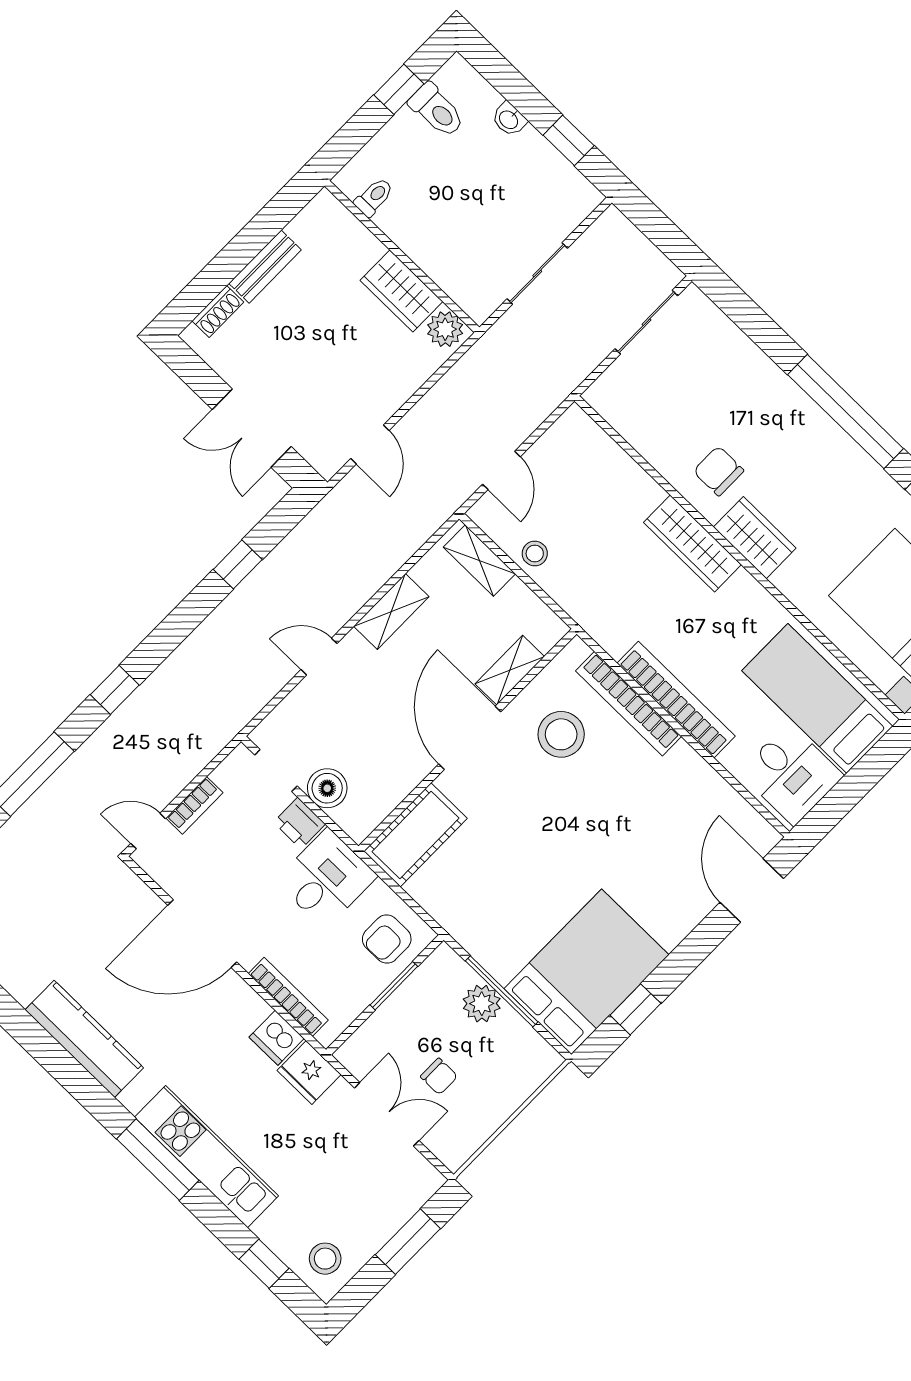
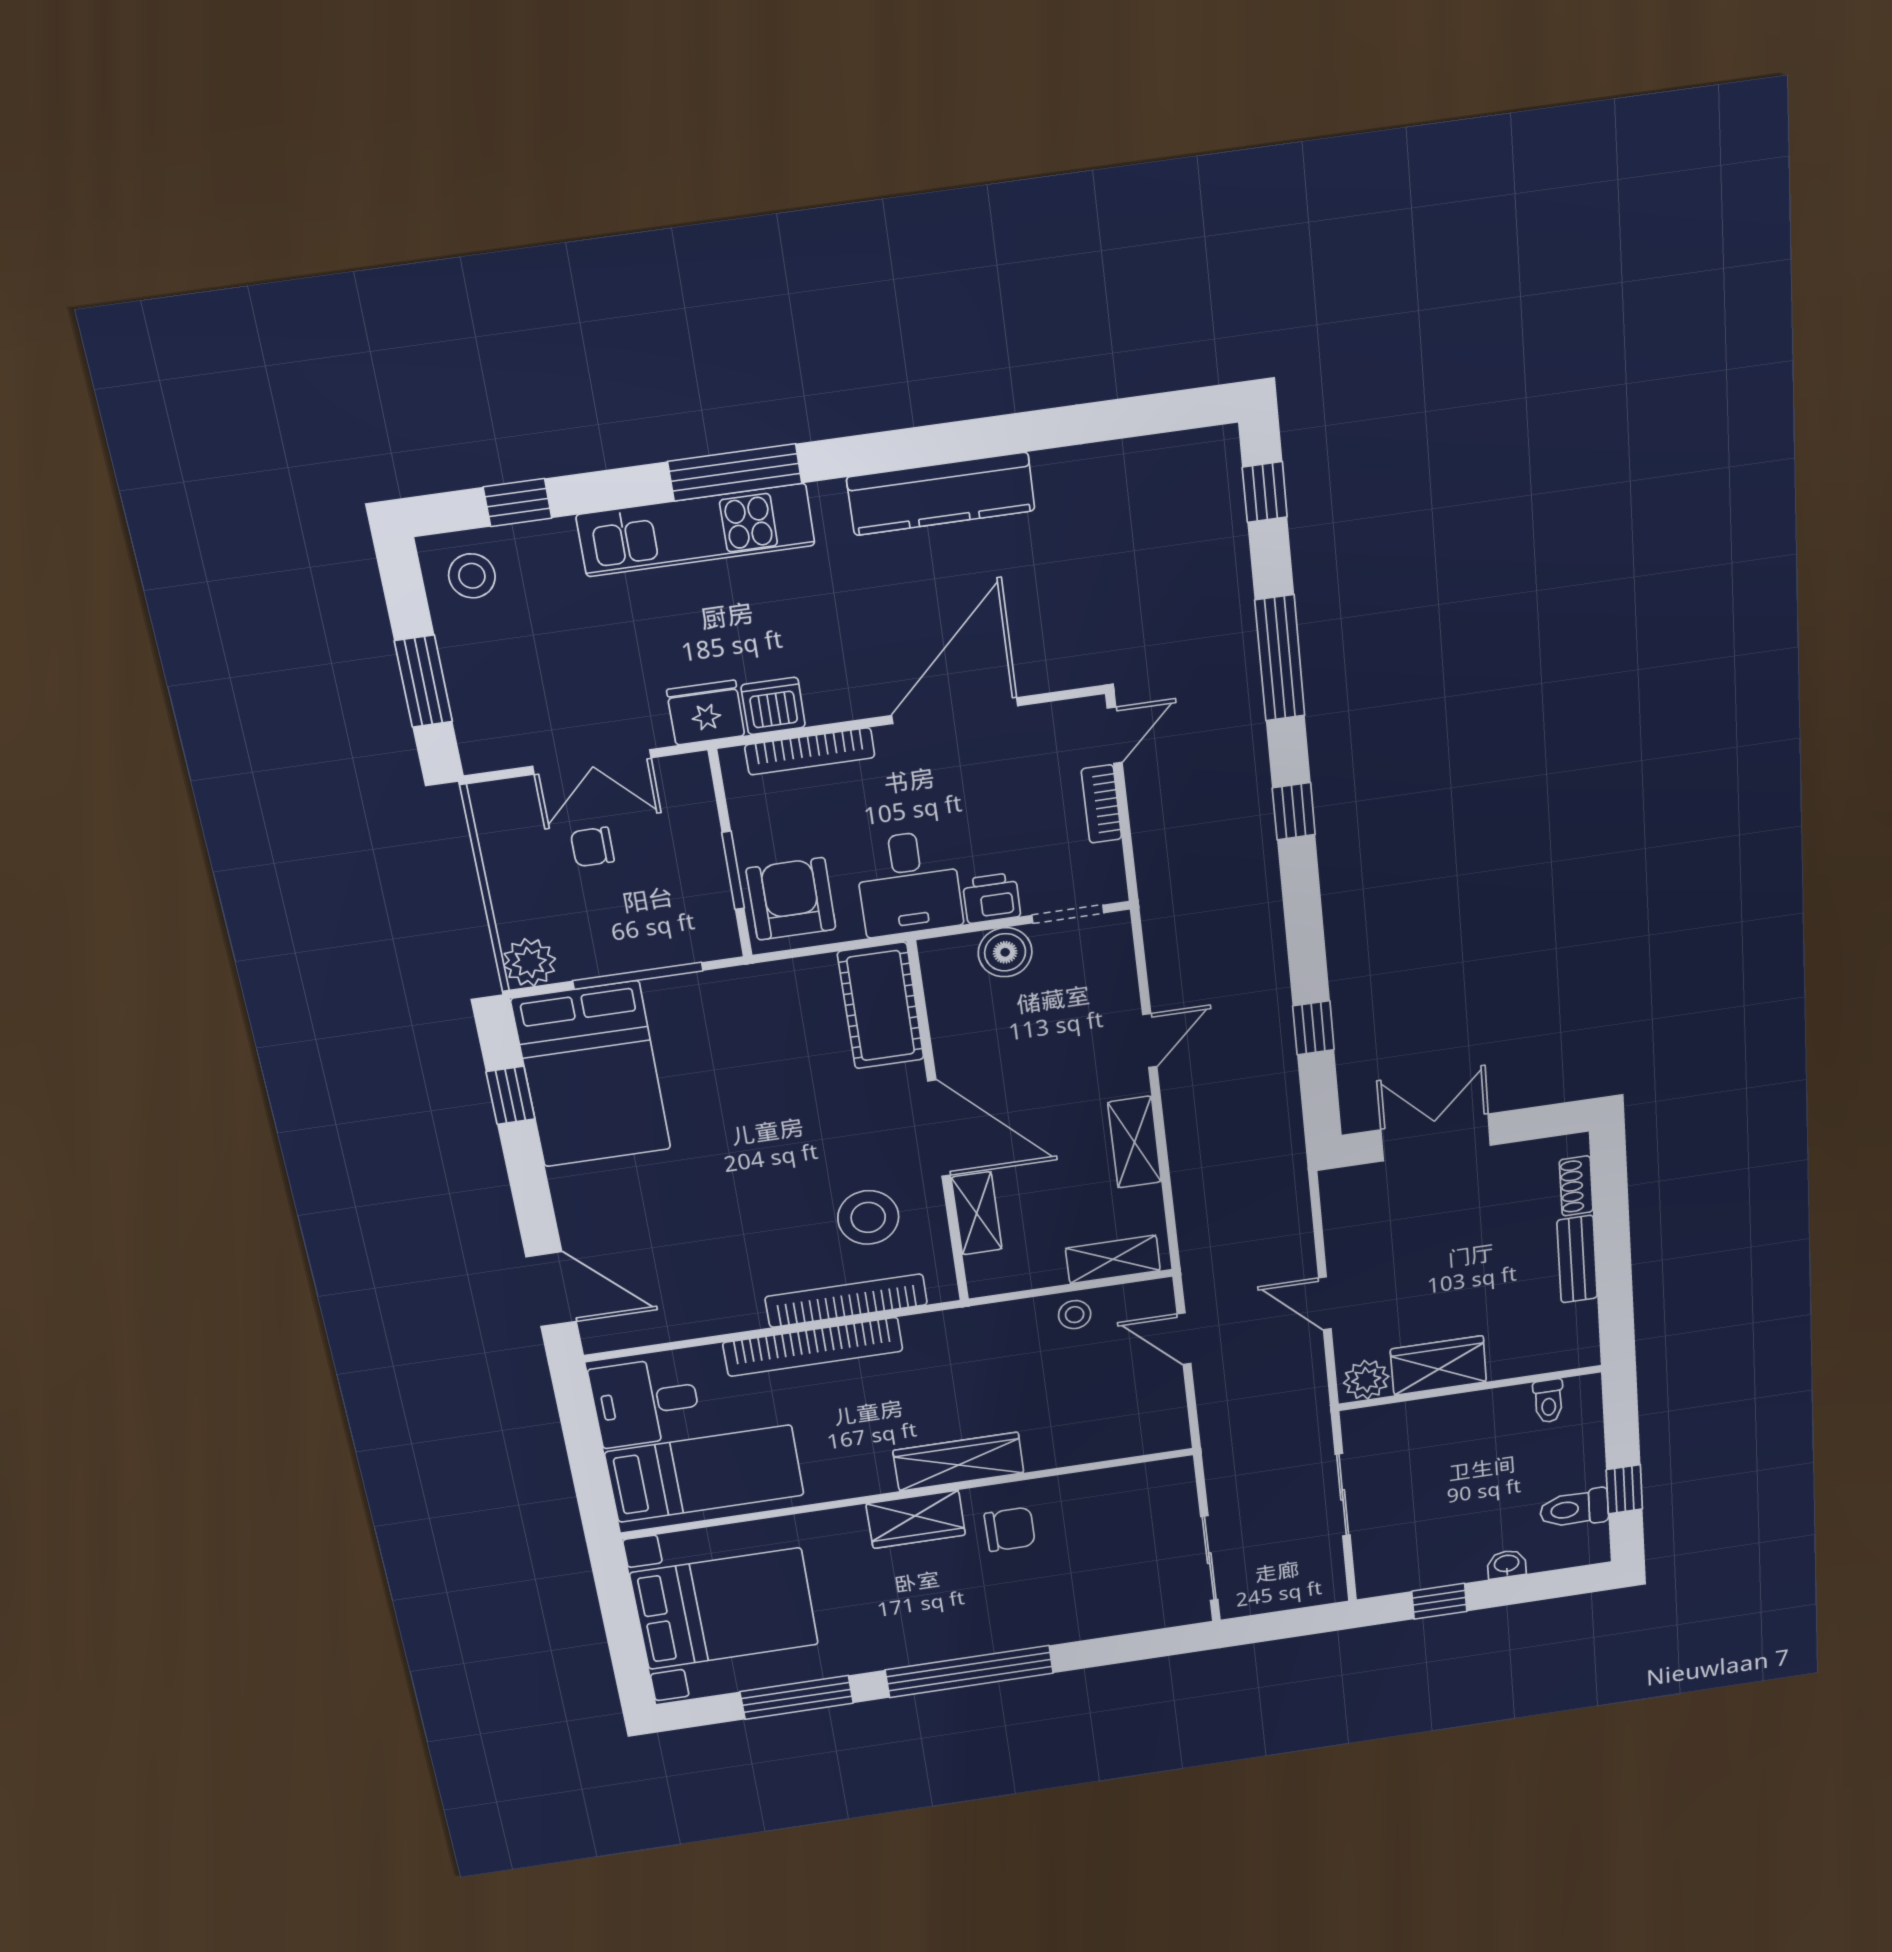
door: (370, 445) -> (1325, 1303), moved
armchair: (387, 939) -> (791, 899), width x1.38, depth x1.38
plant: (482, 1004) -> (529, 962), moved

